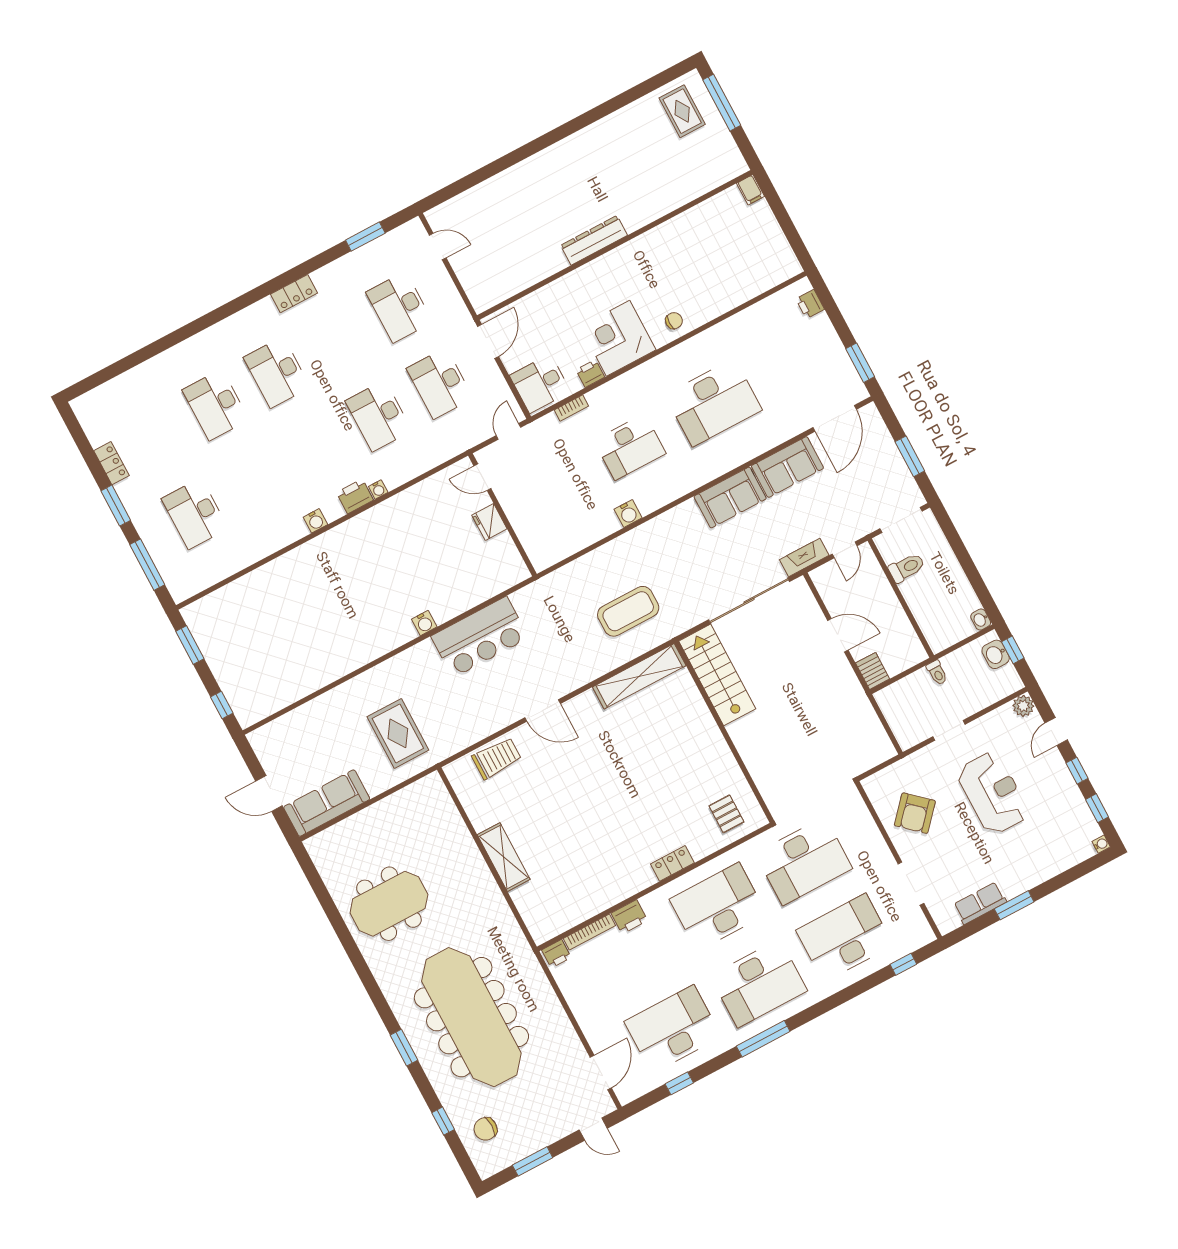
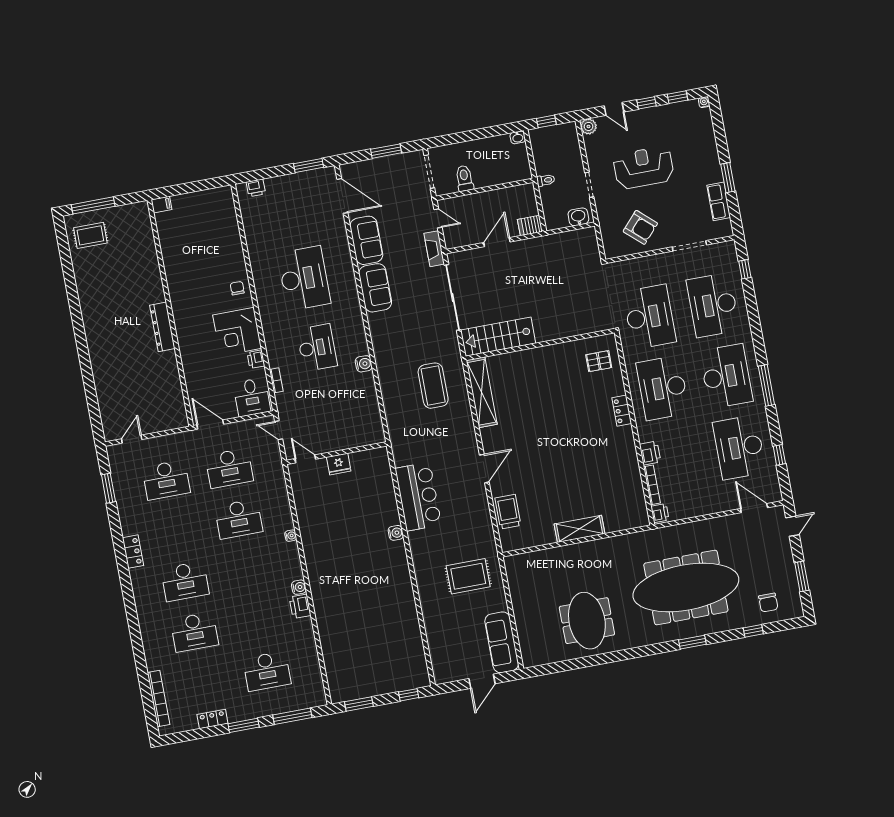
bookcase: (116, 386) -> (159, 699), added
door: (482, 477) -> (305, 459), swing flipped
printer: (355, 496) -> (300, 606), moved
washbasin: (996, 654) -> (578, 217), moved, turned 180

